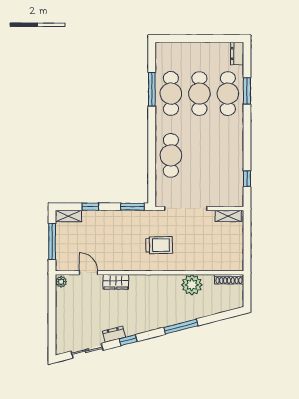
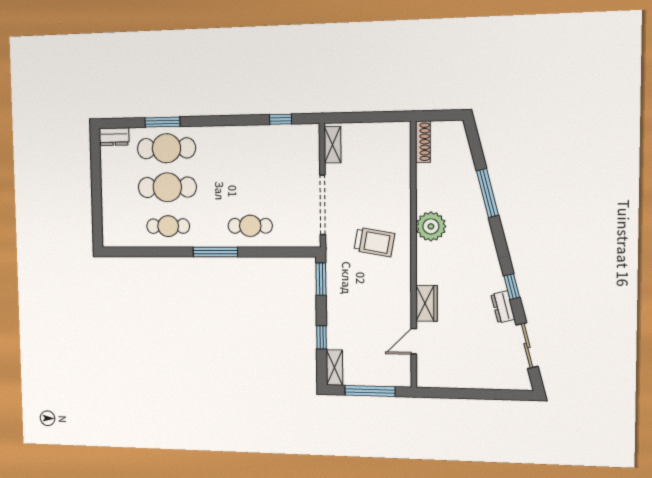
window: (152, 89) -> (215, 252), moved
cafe table: (171, 94) -> (168, 226), width x0.73, depth x0.74
cafe table: (171, 155) -> (250, 226), width x0.73, depth x0.74
trolley: (159, 245) -> (374, 242), turned 101
plant: (61, 282) -> (427, 380), removed
plant: (192, 285) -> (431, 226), moved
window: (181, 327) -> (488, 193), moved

